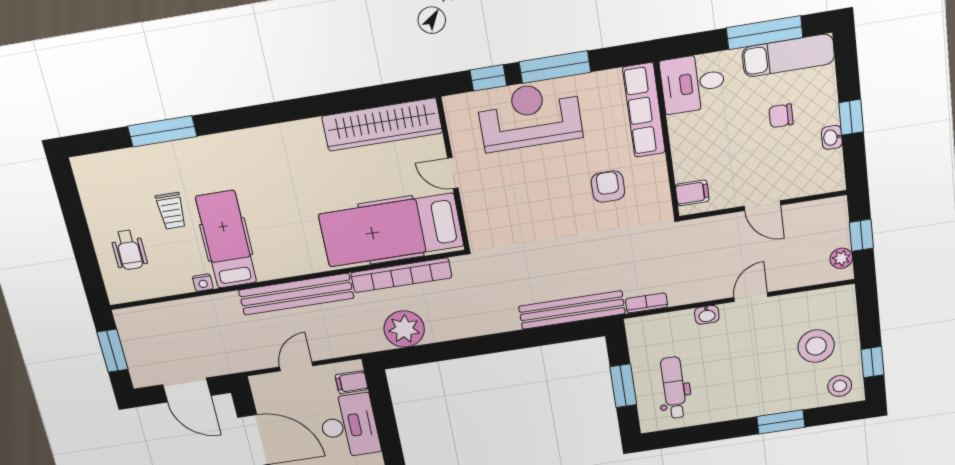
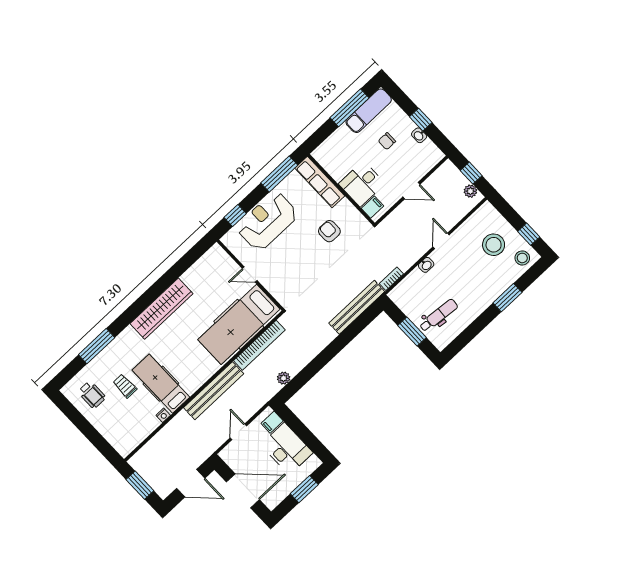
window: (555, 67) -> (279, 174), moved
desk: (693, 83) -> (362, 184), moved
wardrobe: (382, 125) -> (161, 309), moved
trolley: (171, 211) -> (125, 386), turned 180
wheelchair: (129, 250) -> (92, 395), moved
plant: (404, 329) -> (284, 378), width x0.53, depth x0.53
dental chair: (674, 388) -> (439, 315), turned 95

